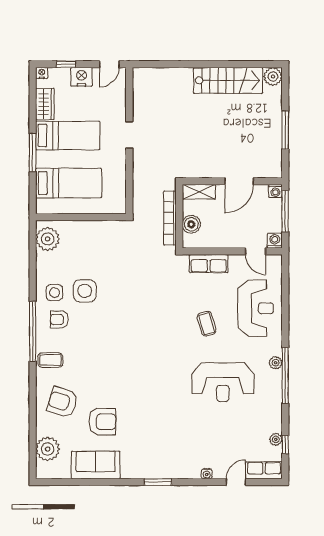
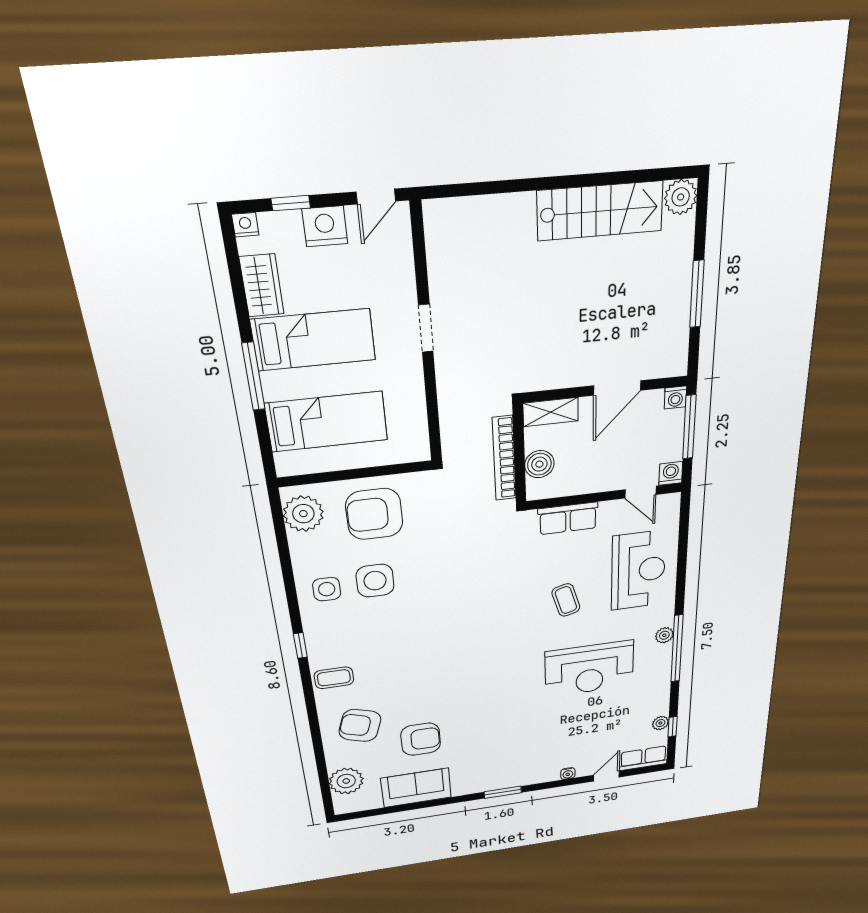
armchair: (59, 320) -> (374, 514), moved, width x1.88, depth x1.88
window: (33, 331) -> (300, 645), width x0.32

